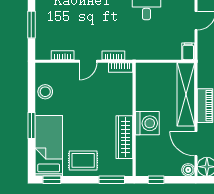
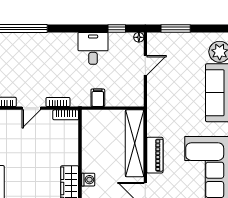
filing cabinet: (188, 51) -> (98, 98), moved
washing machine: (147, 123) -> (88, 180), width x0.53, depth x0.53

